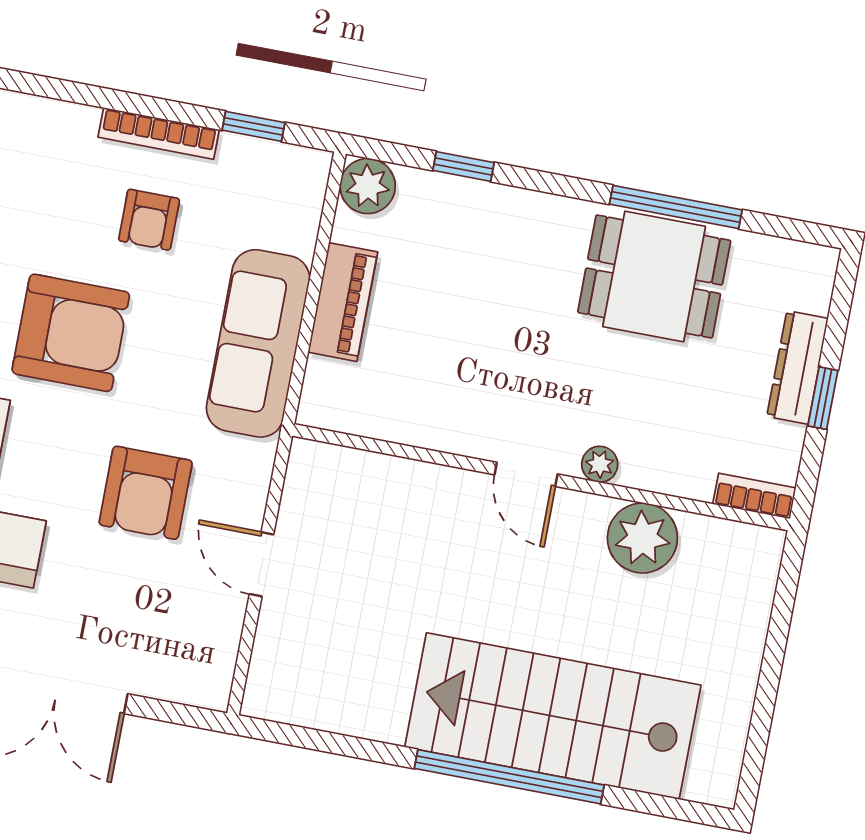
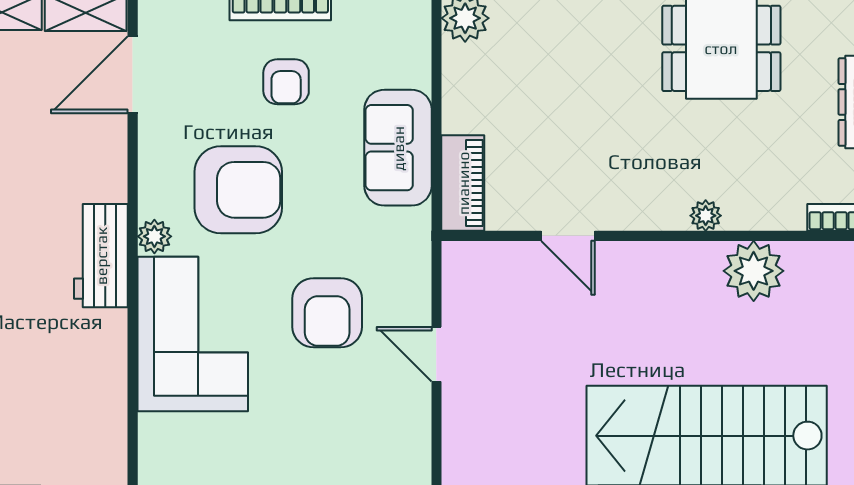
piano: (343, 302) -> (463, 183), moved
sofa: (258, 343) -> (398, 148), width x0.73
door: (526, 474) -> (568, 236), moved

